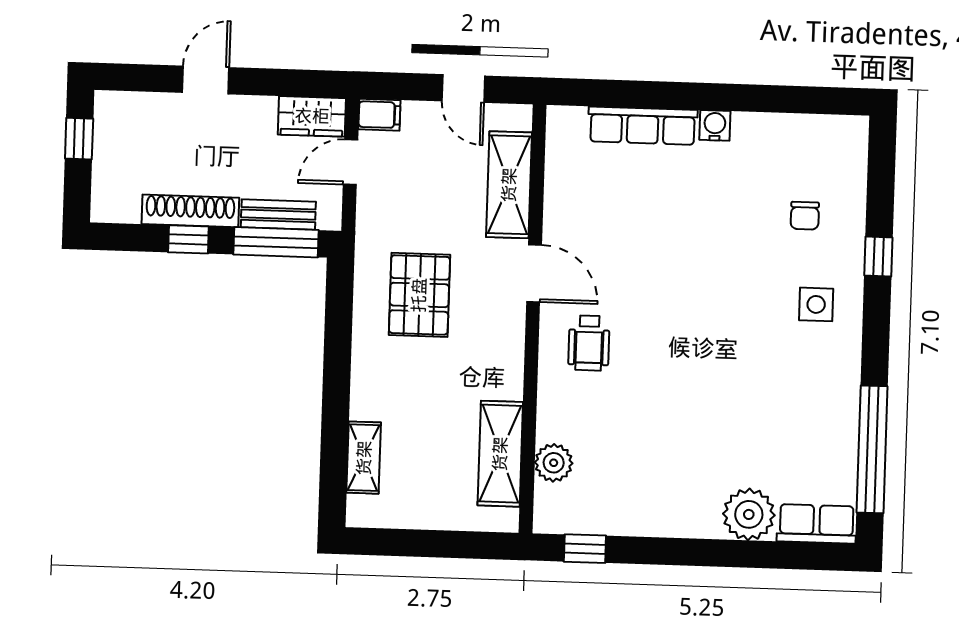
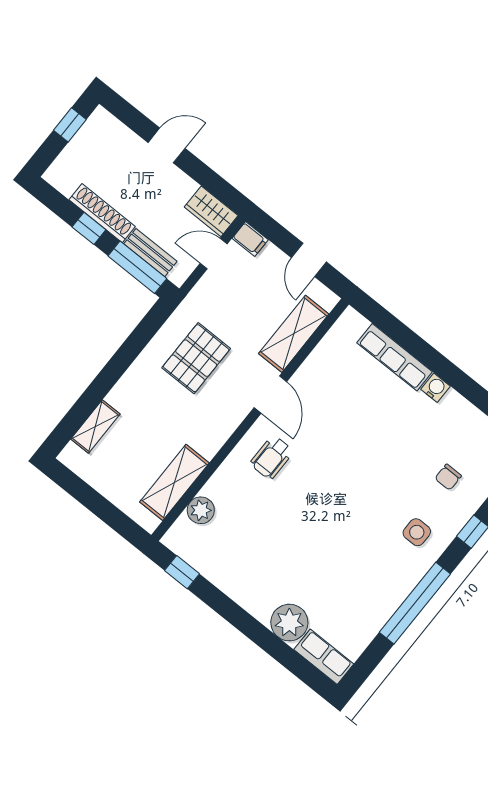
window: (872, 449) -> (415, 603), moved

